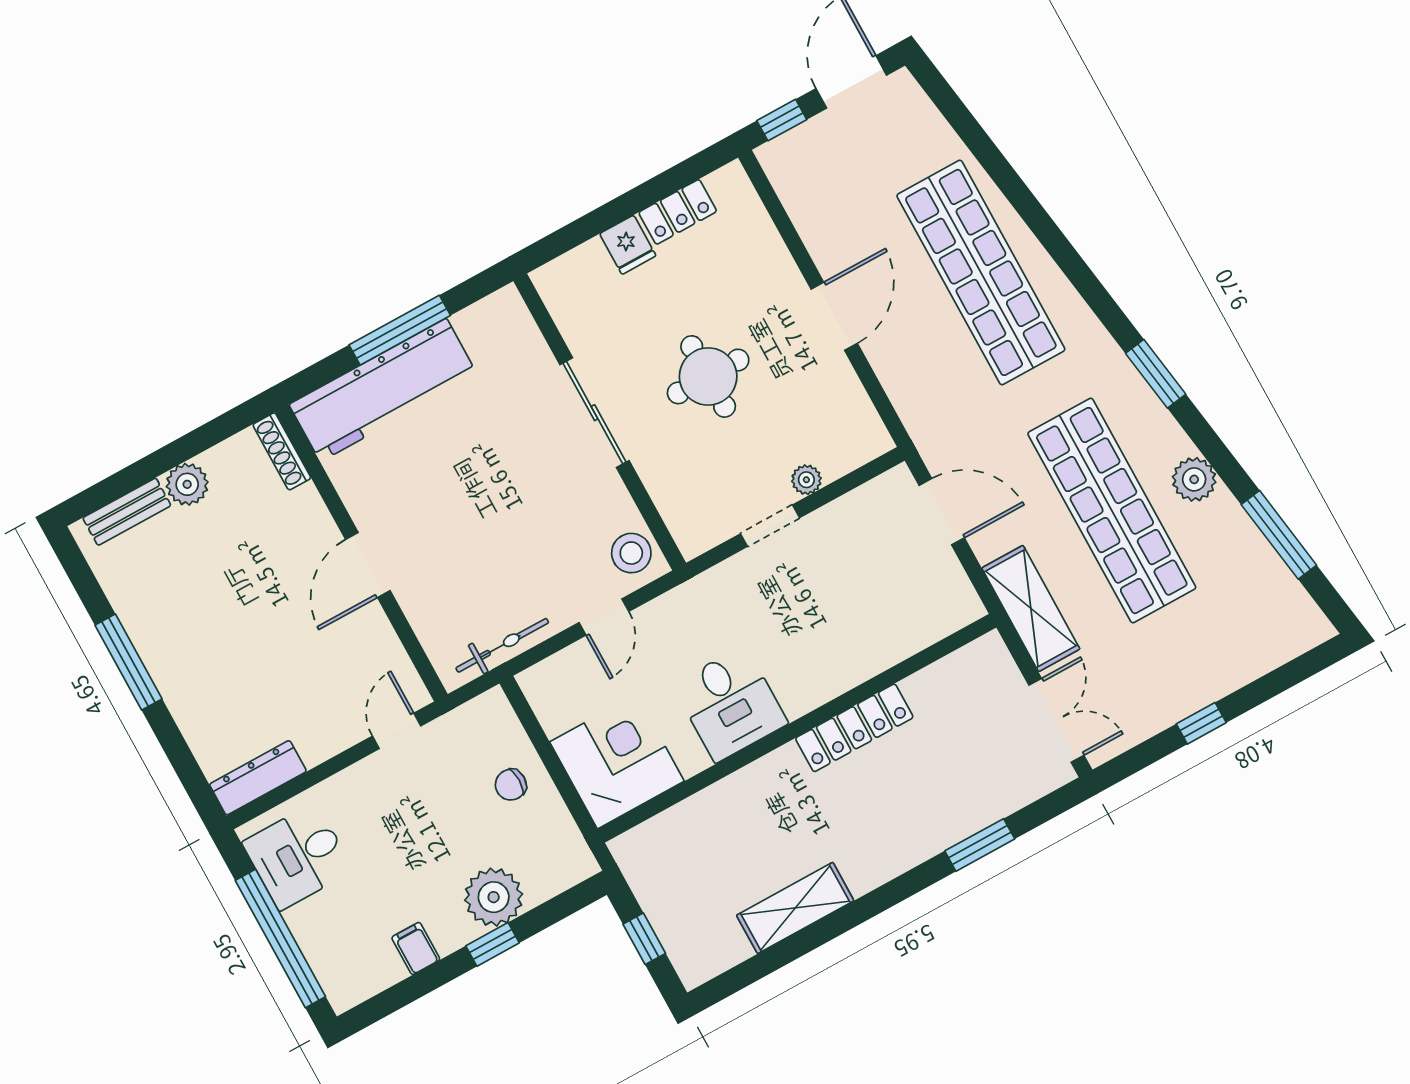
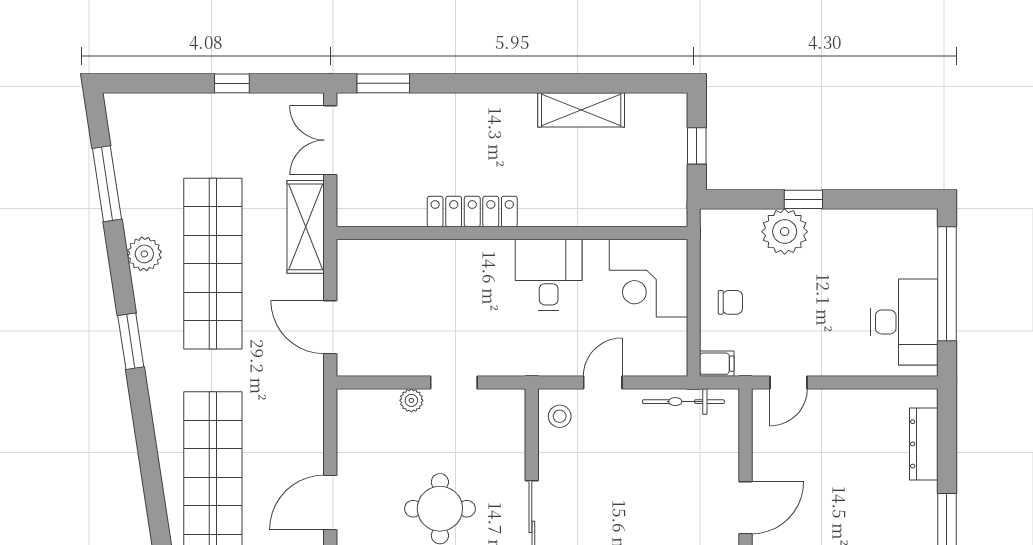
stool: (631, 553) -> (560, 416), width x0.73, depth x0.73
dresser: (258, 778) -> (924, 444), moved, turned 90
window: (980, 845) -> (383, 83), moved
desk: (298, 856) -> (904, 322), width x1.37
filing cabinet: (416, 948) -> (717, 364), moved, turned -90

